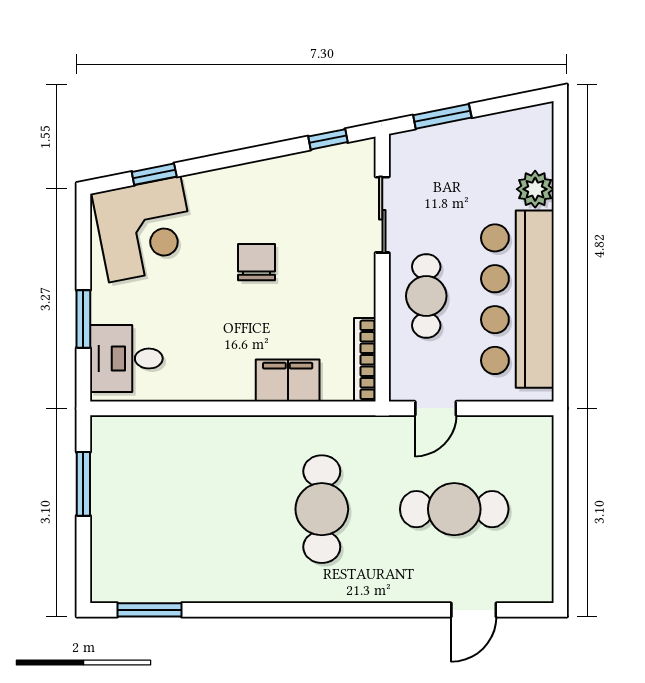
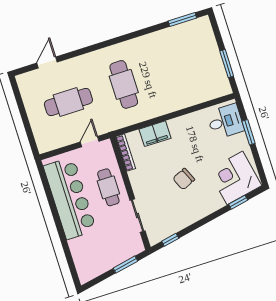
plant: (535, 189) -> (77, 246), removed
chair: (257, 262) -> (184, 179), turned 66

